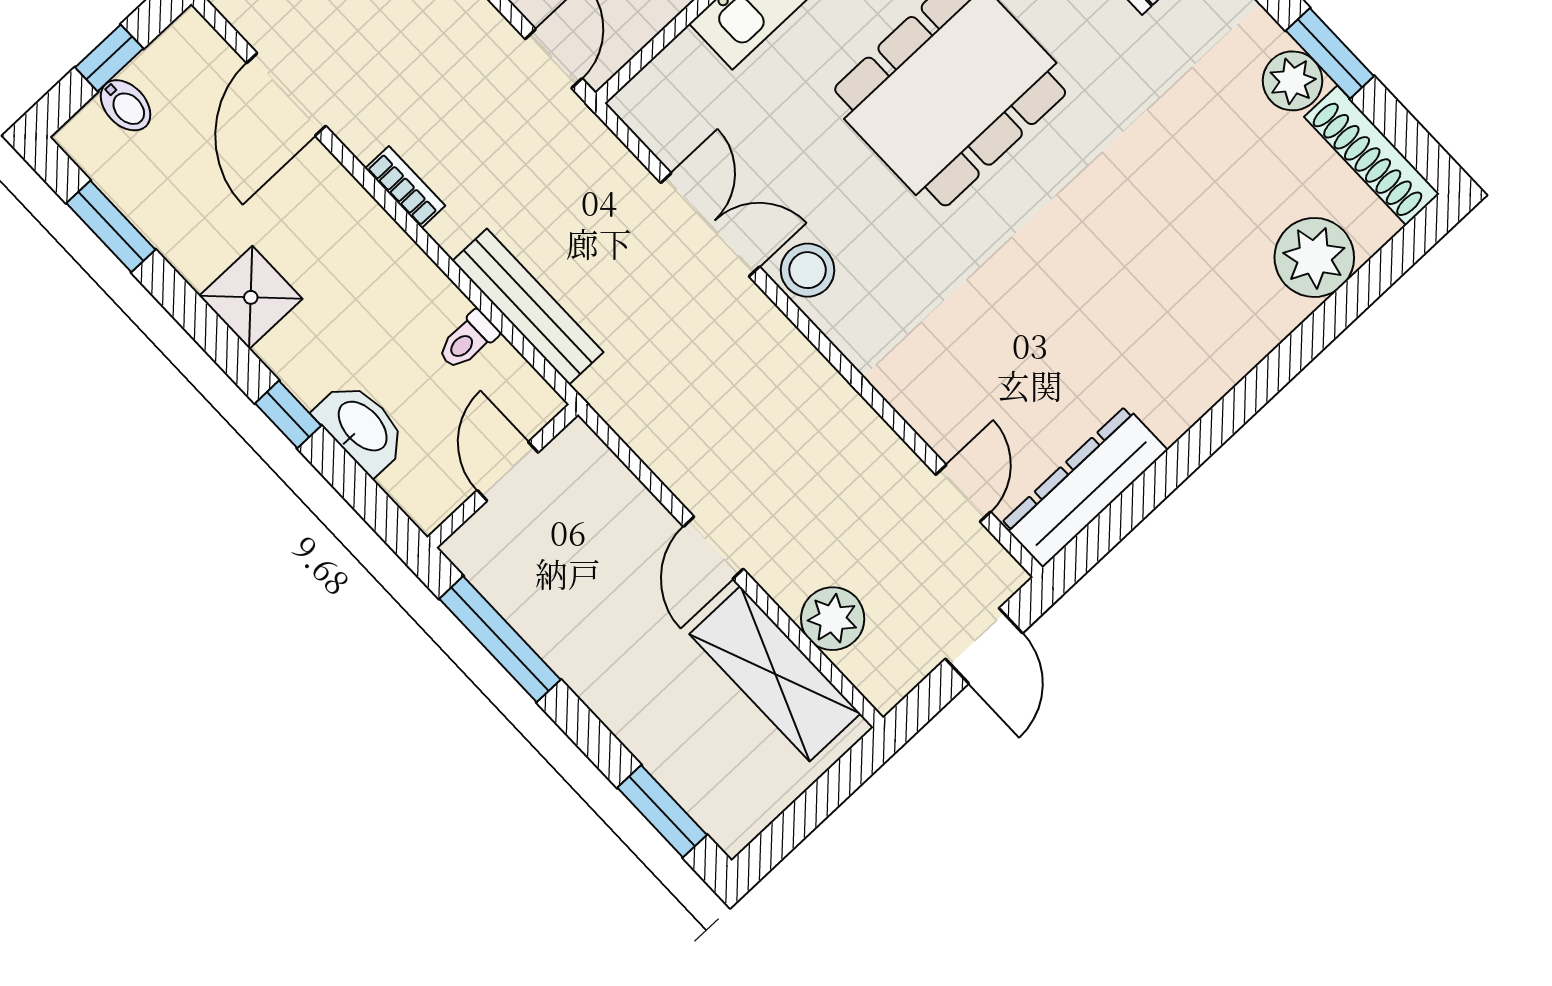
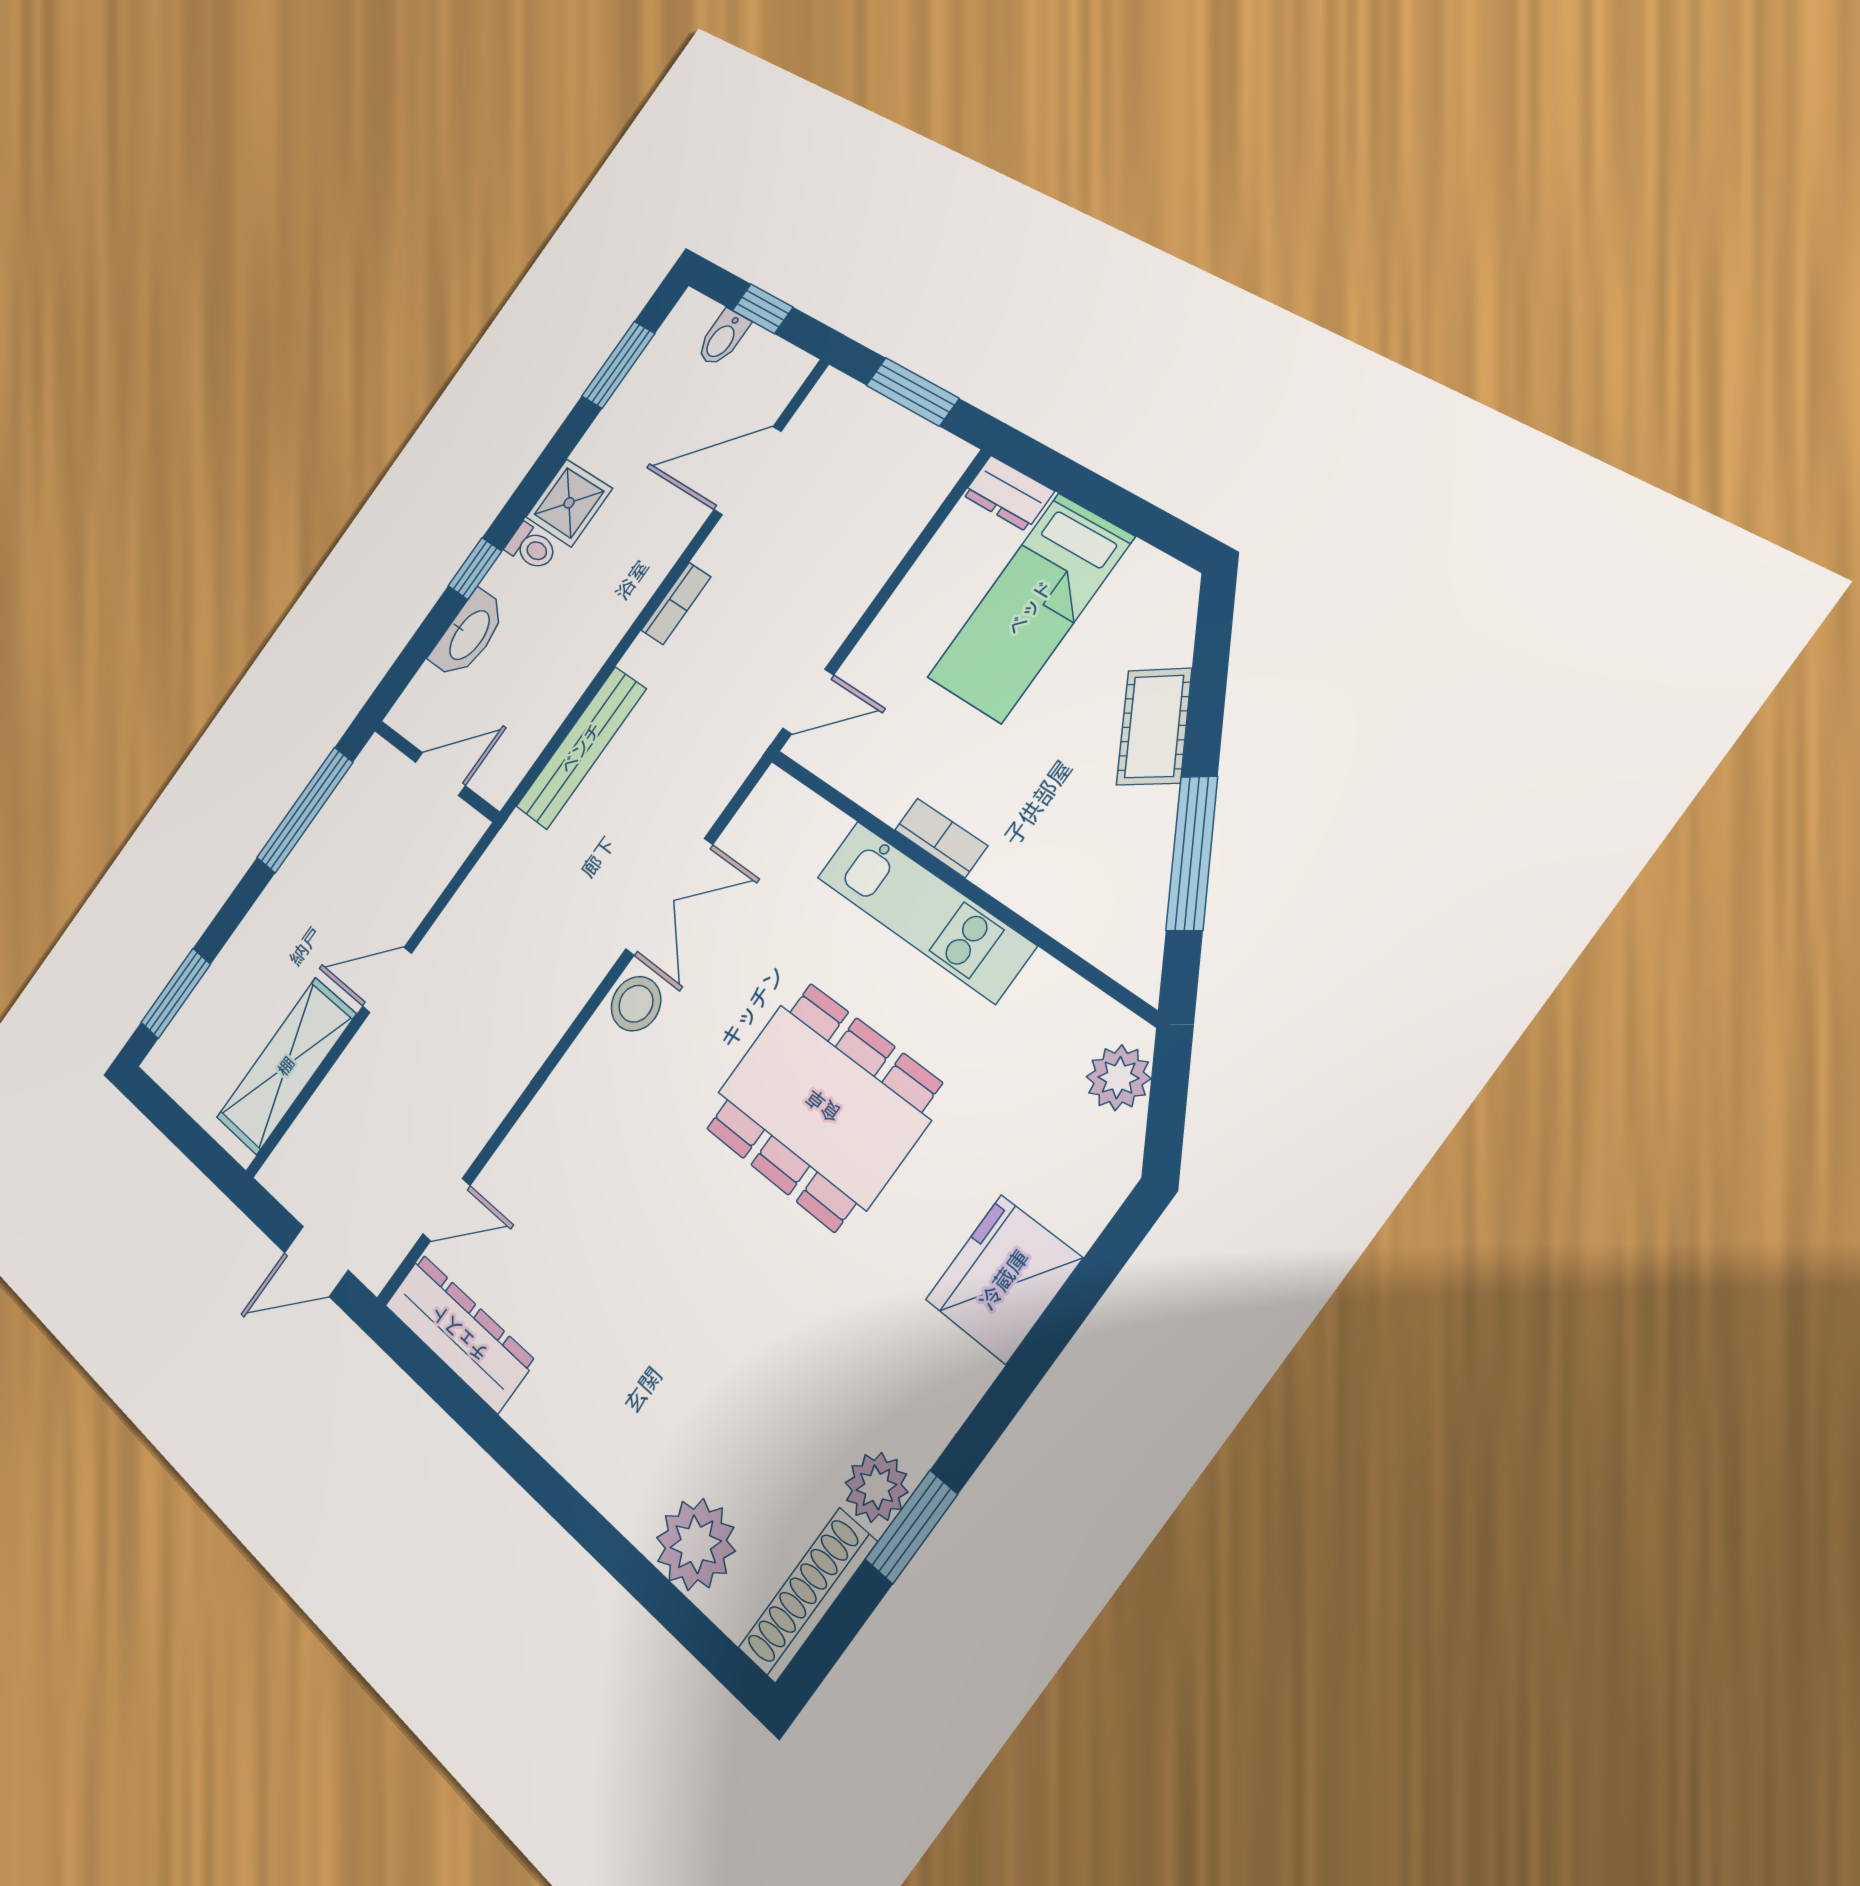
toilet: (468, 340) -> (532, 547), moved, turned 180
plant: (833, 619) -> (333, 1108), removed

